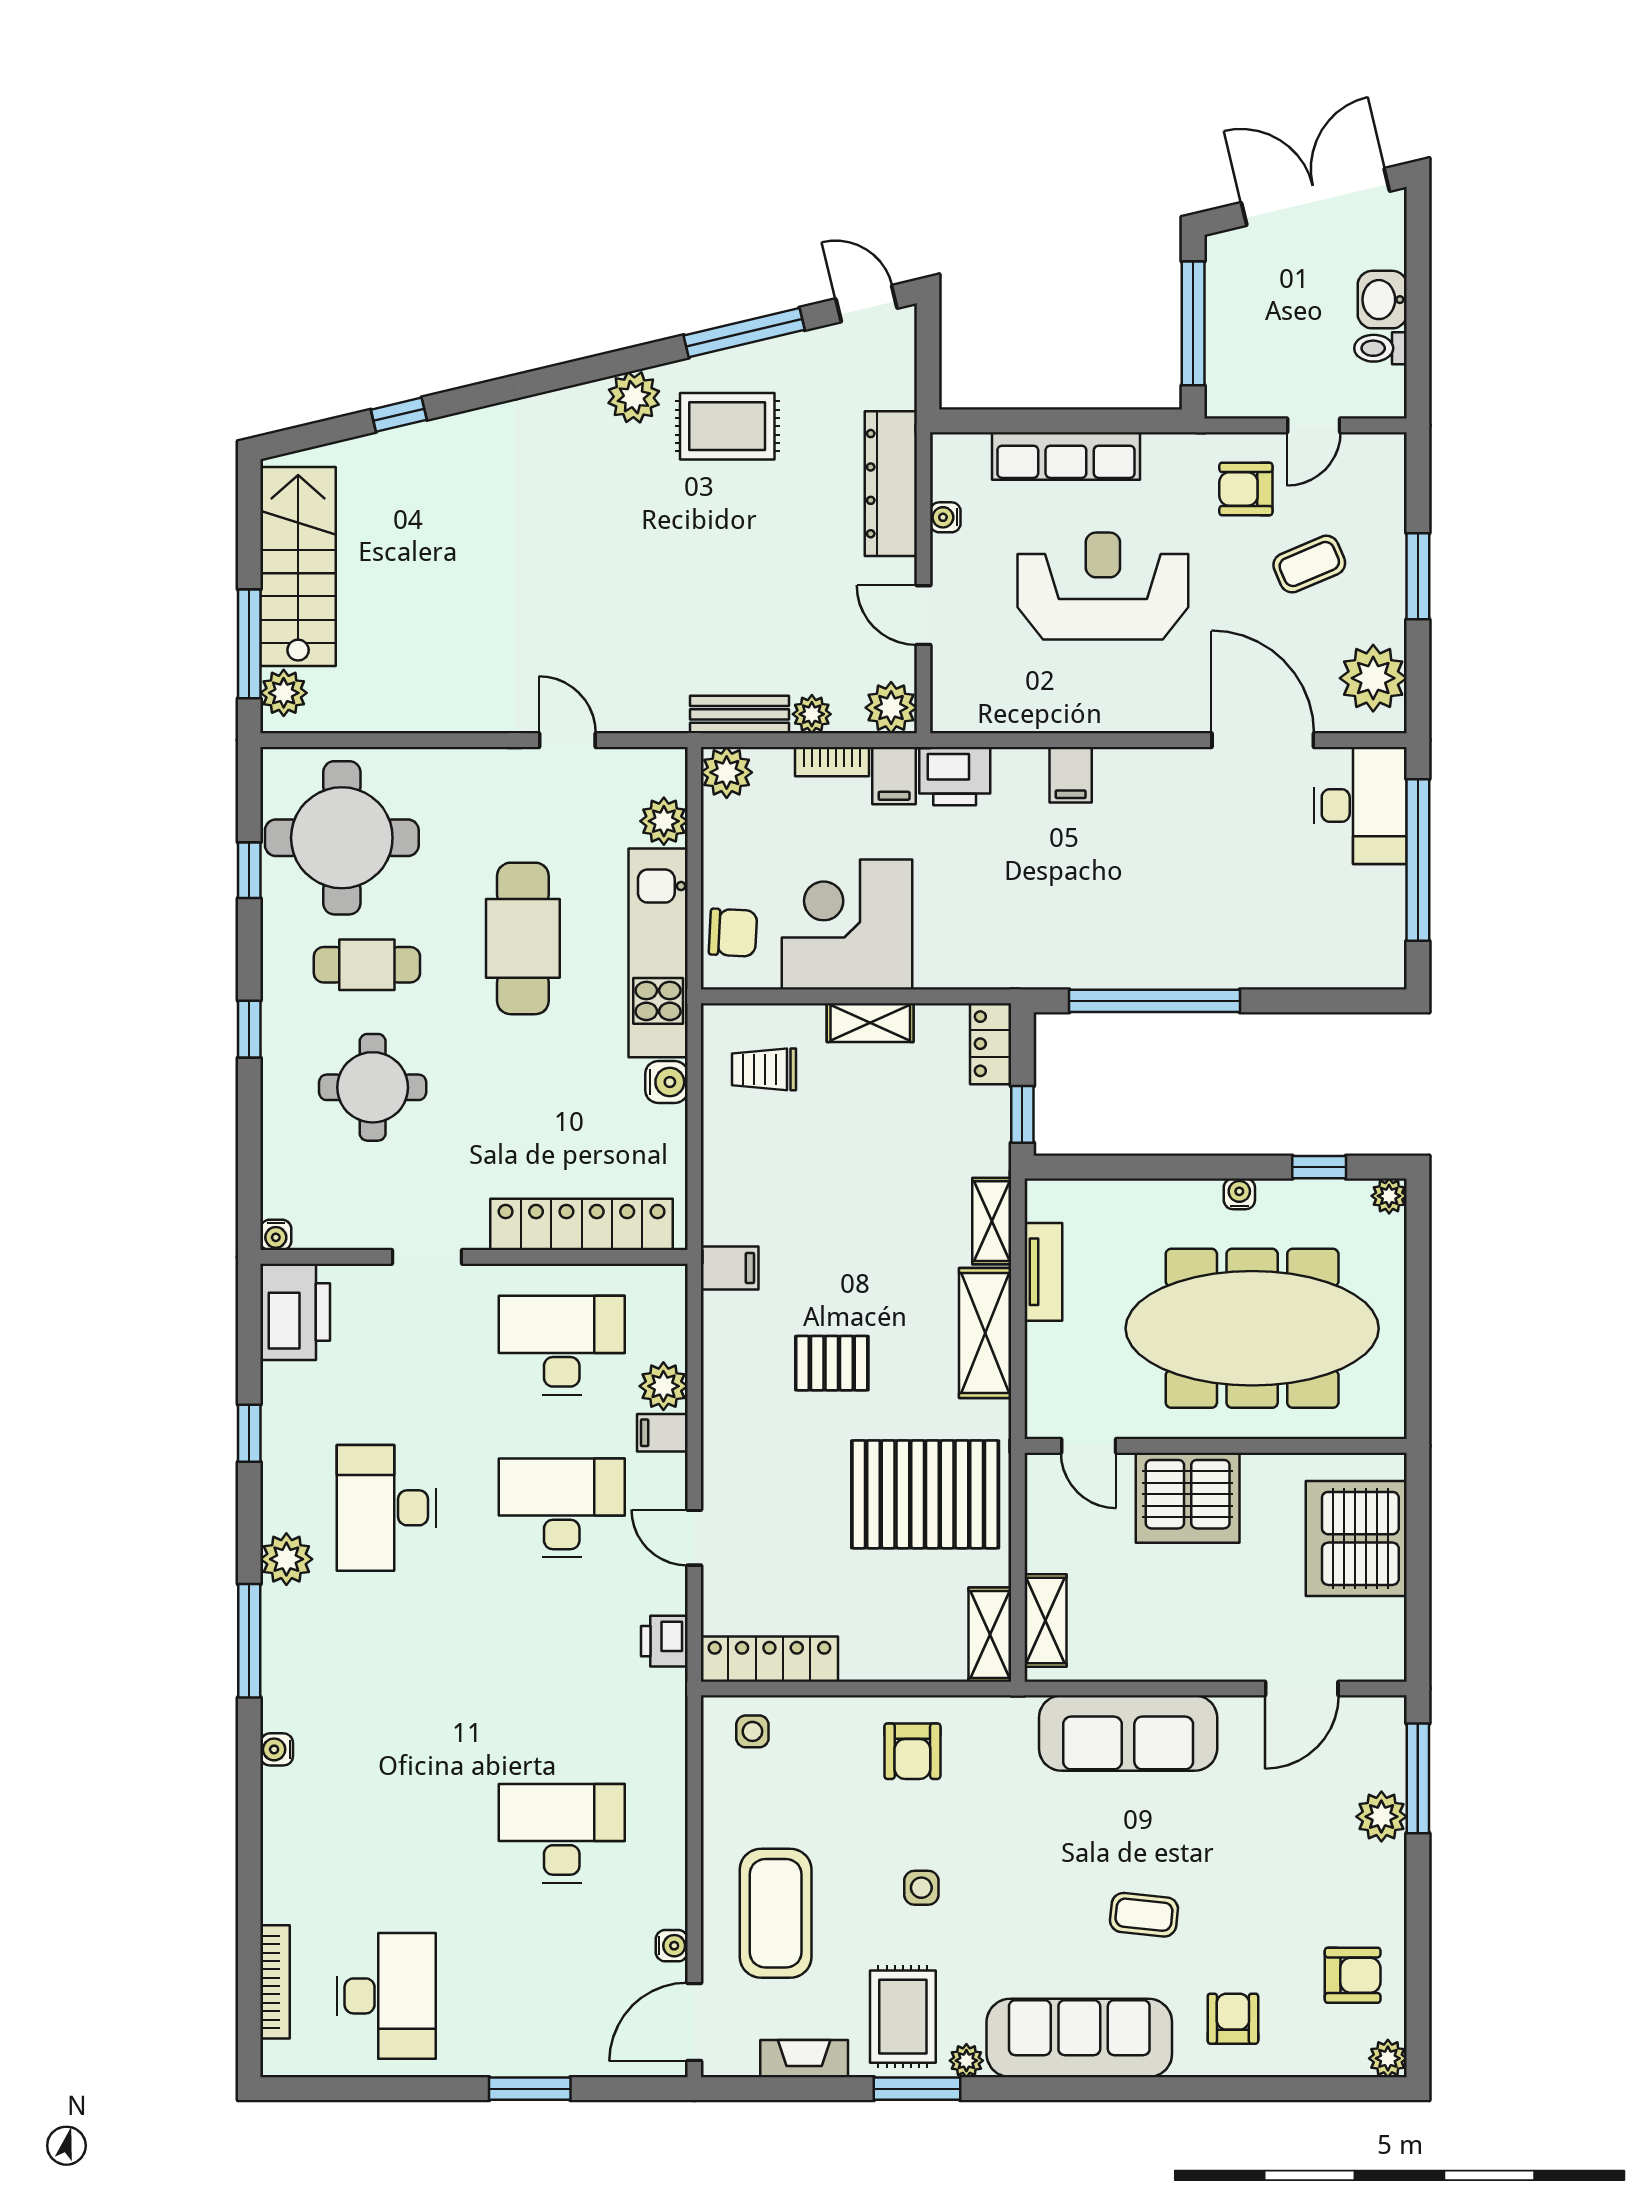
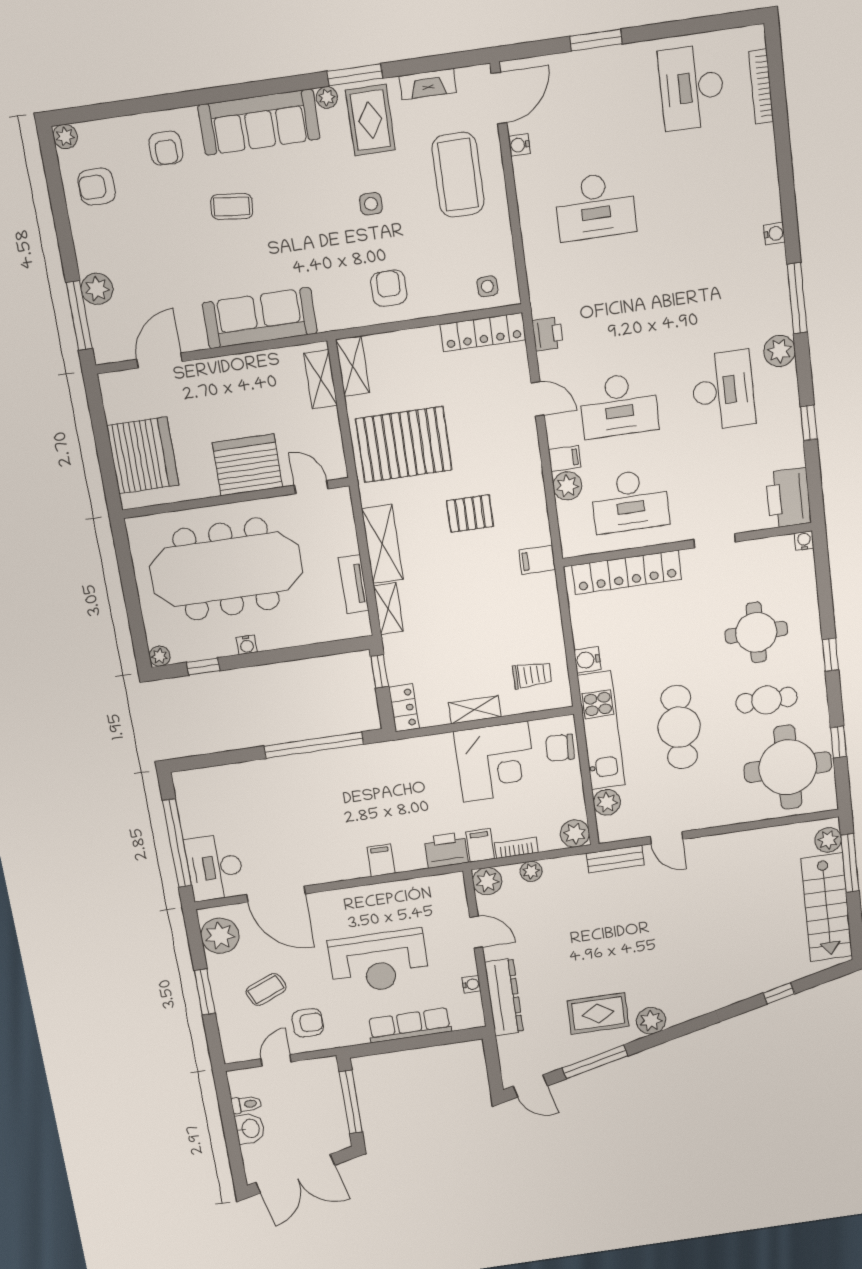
bench: (740, 714) -> (615, 859), moved

